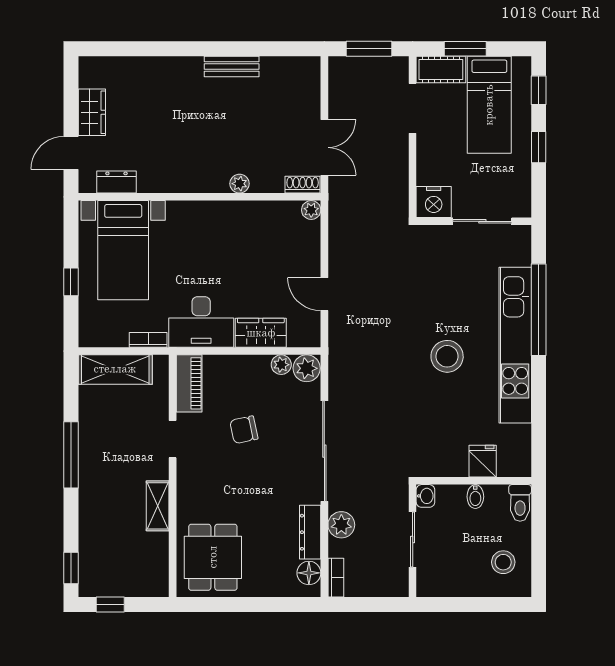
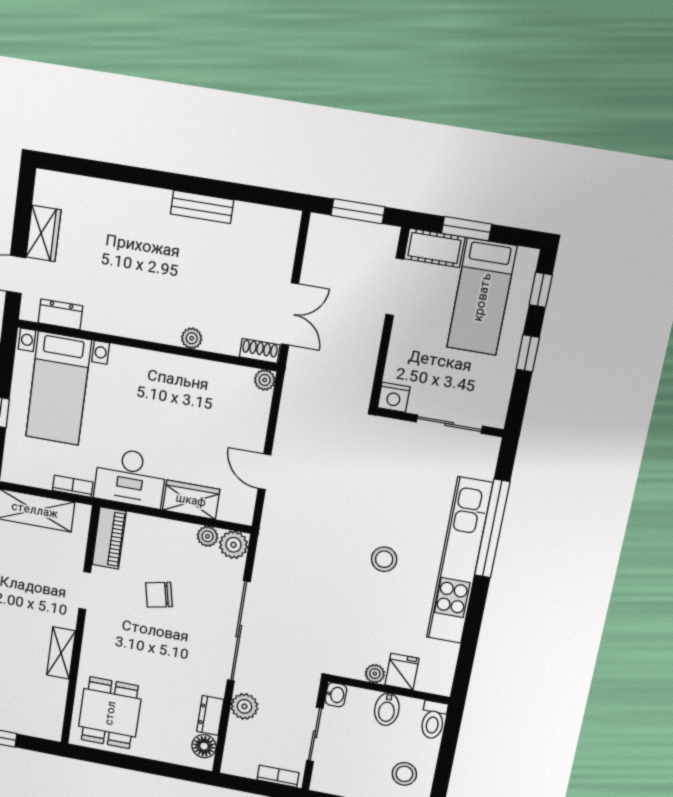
nightstand: (434, 202) -> (394, 397), width x0.74, depth x0.75
stool: (447, 356) -> (384, 559), width x0.73, depth x0.73
plant: (458, 468) -> (375, 674), added
bidet: (475, 497) -> (387, 709), width x1.38, depth x1.36
dresser: (310, 532) -> (210, 715), width x0.70
bookcase: (336, 578) -> (278, 776), moved, turned -90

